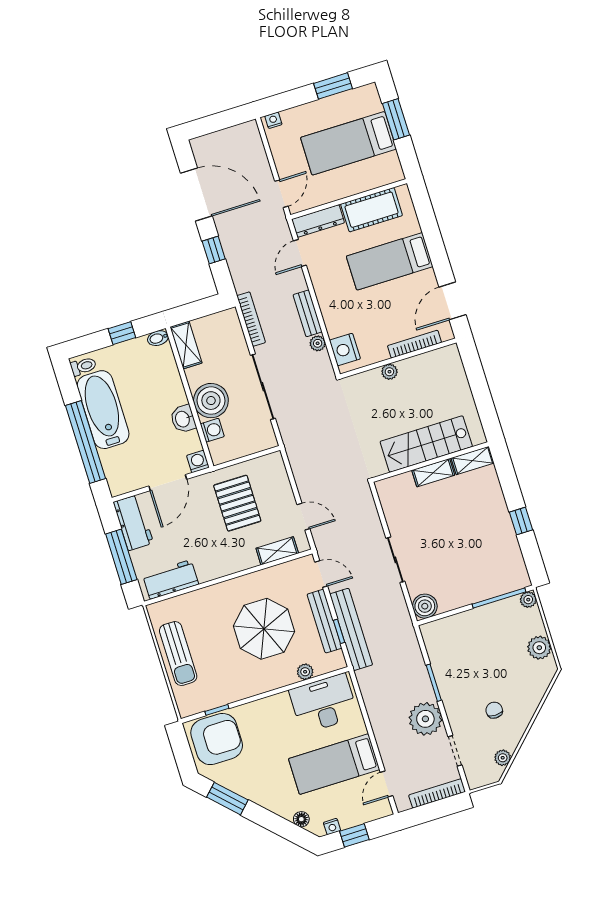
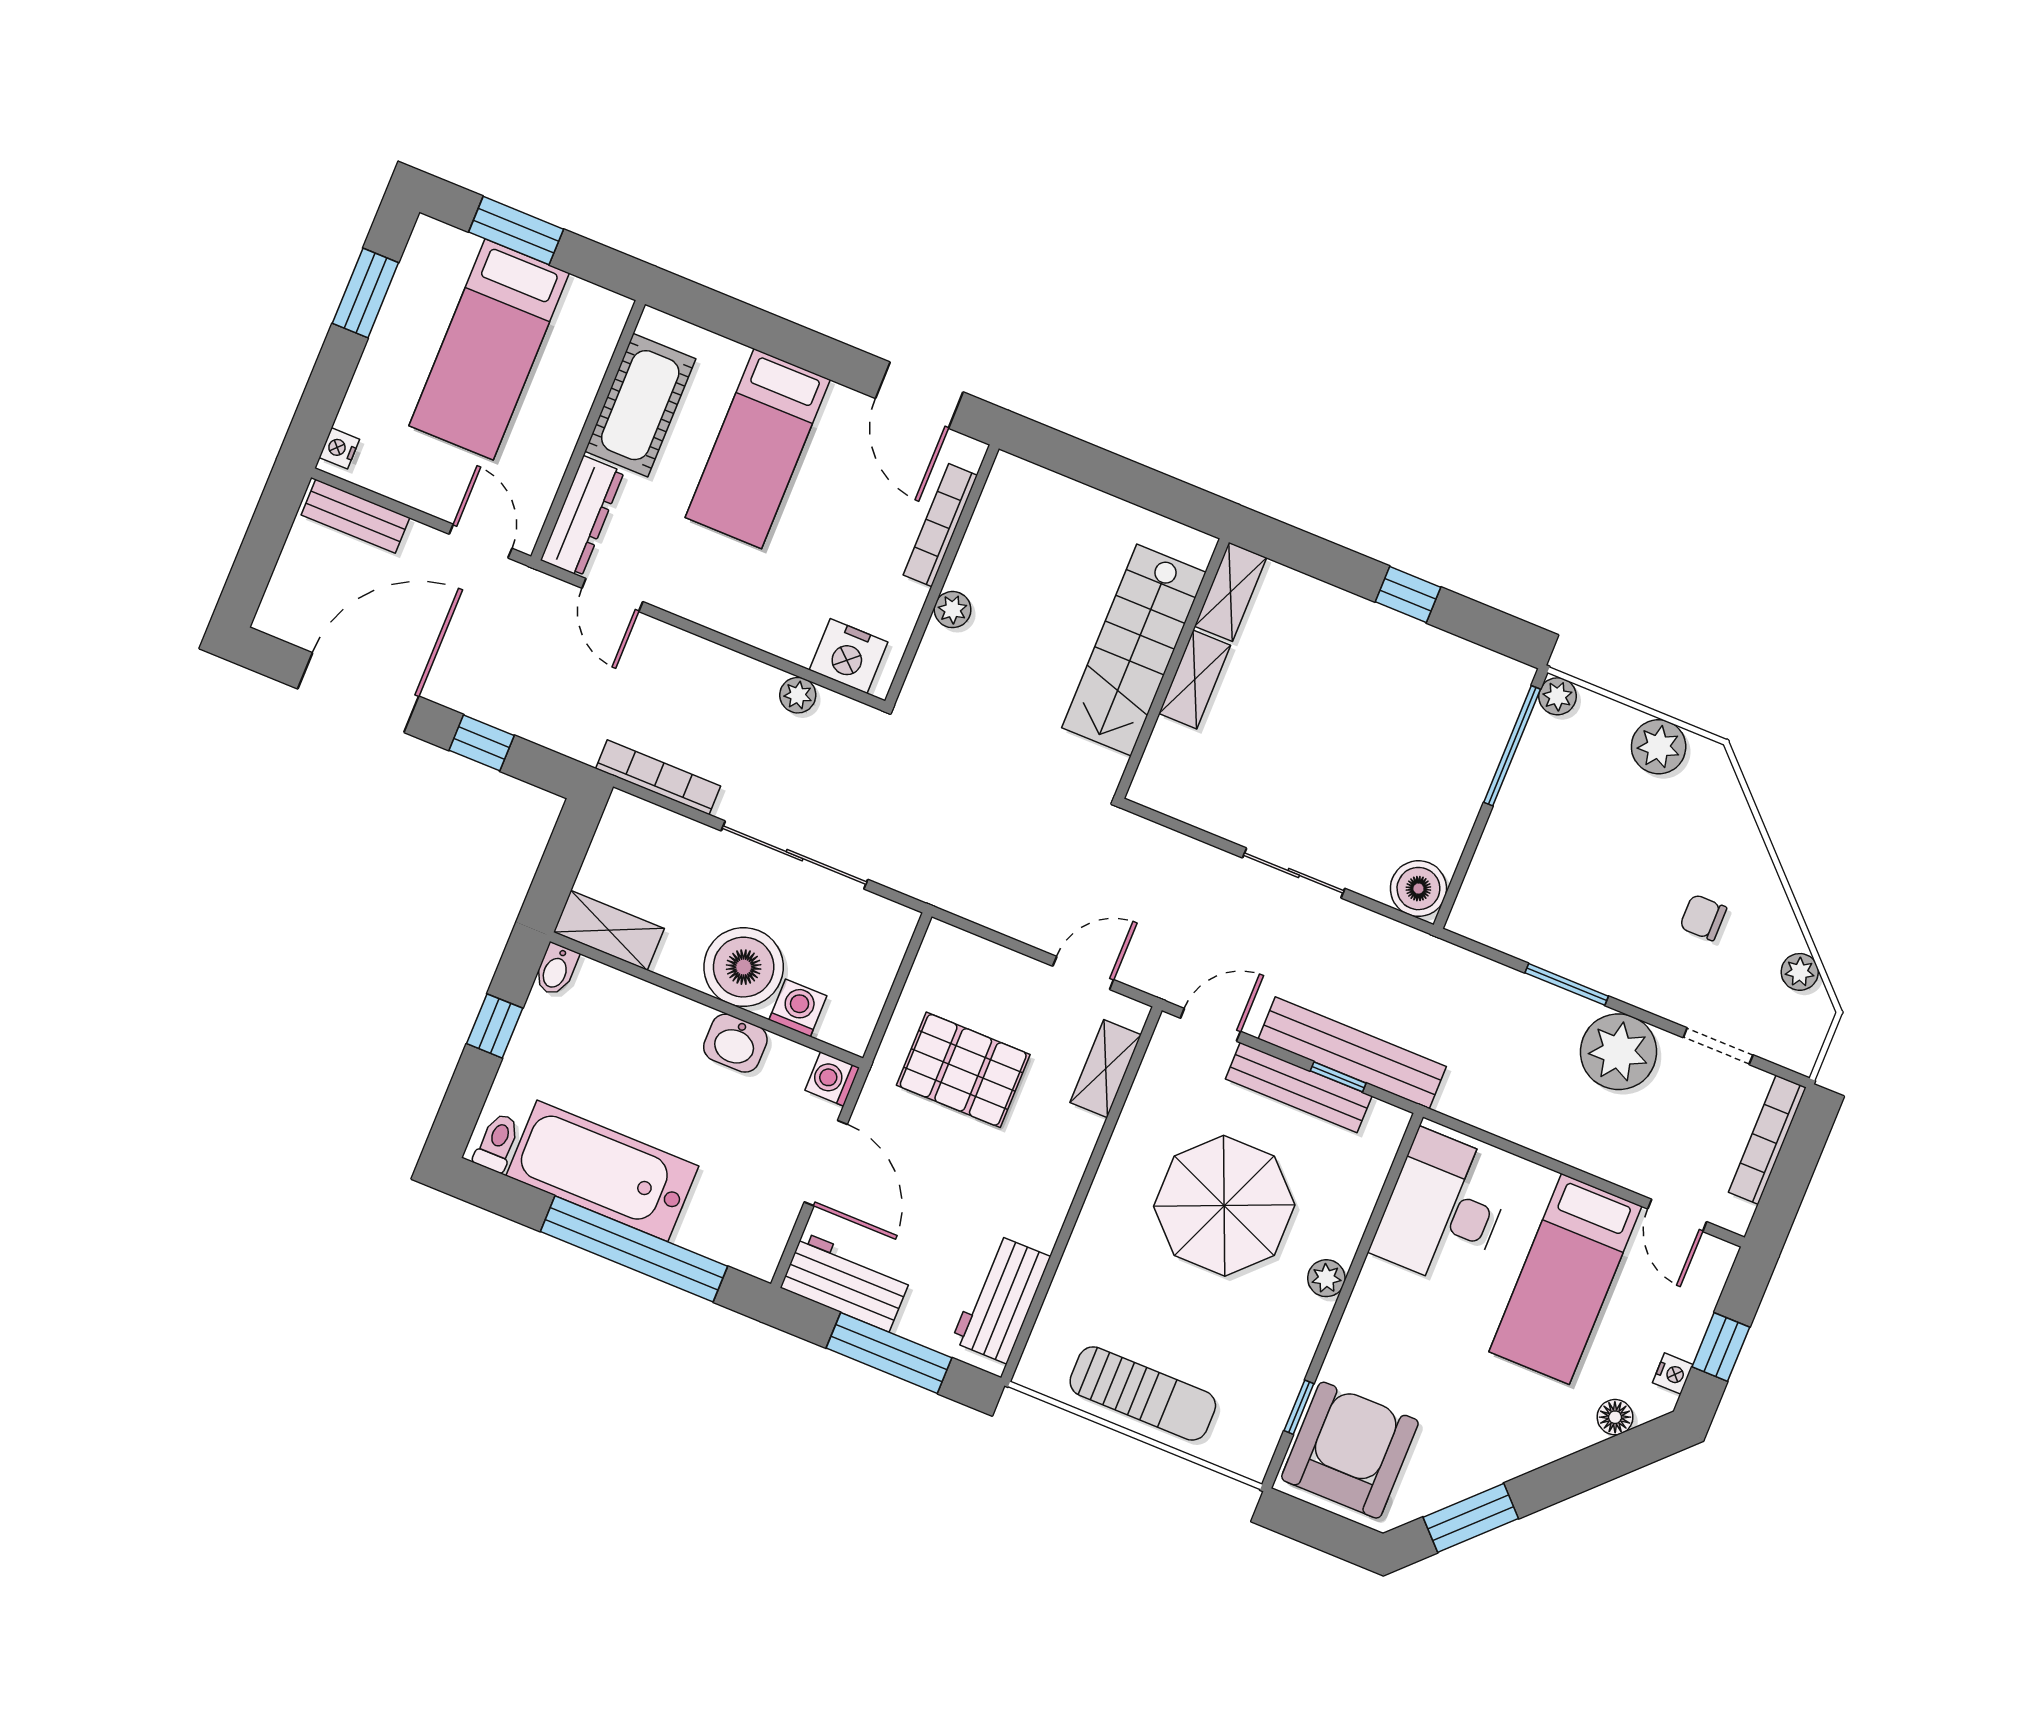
bench: (308, 313) -> (356, 516), moved
plant: (305, 672) -> (1326, 1278), moved

